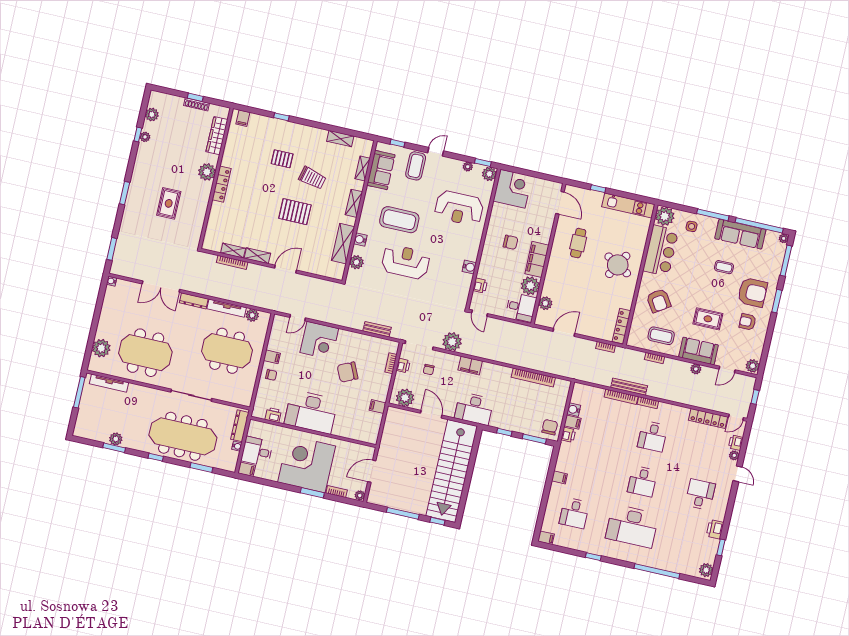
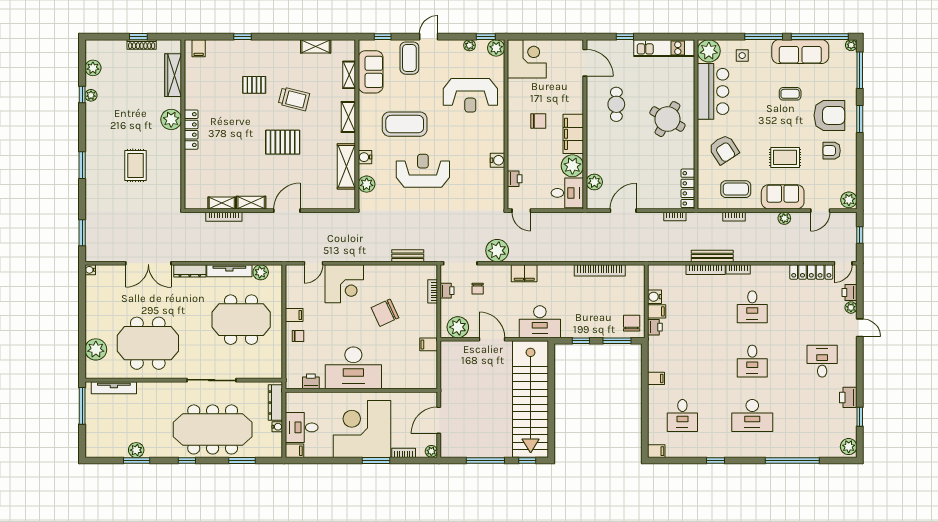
desk: (632, 526) -> (752, 415), width x0.73, depth x0.77

